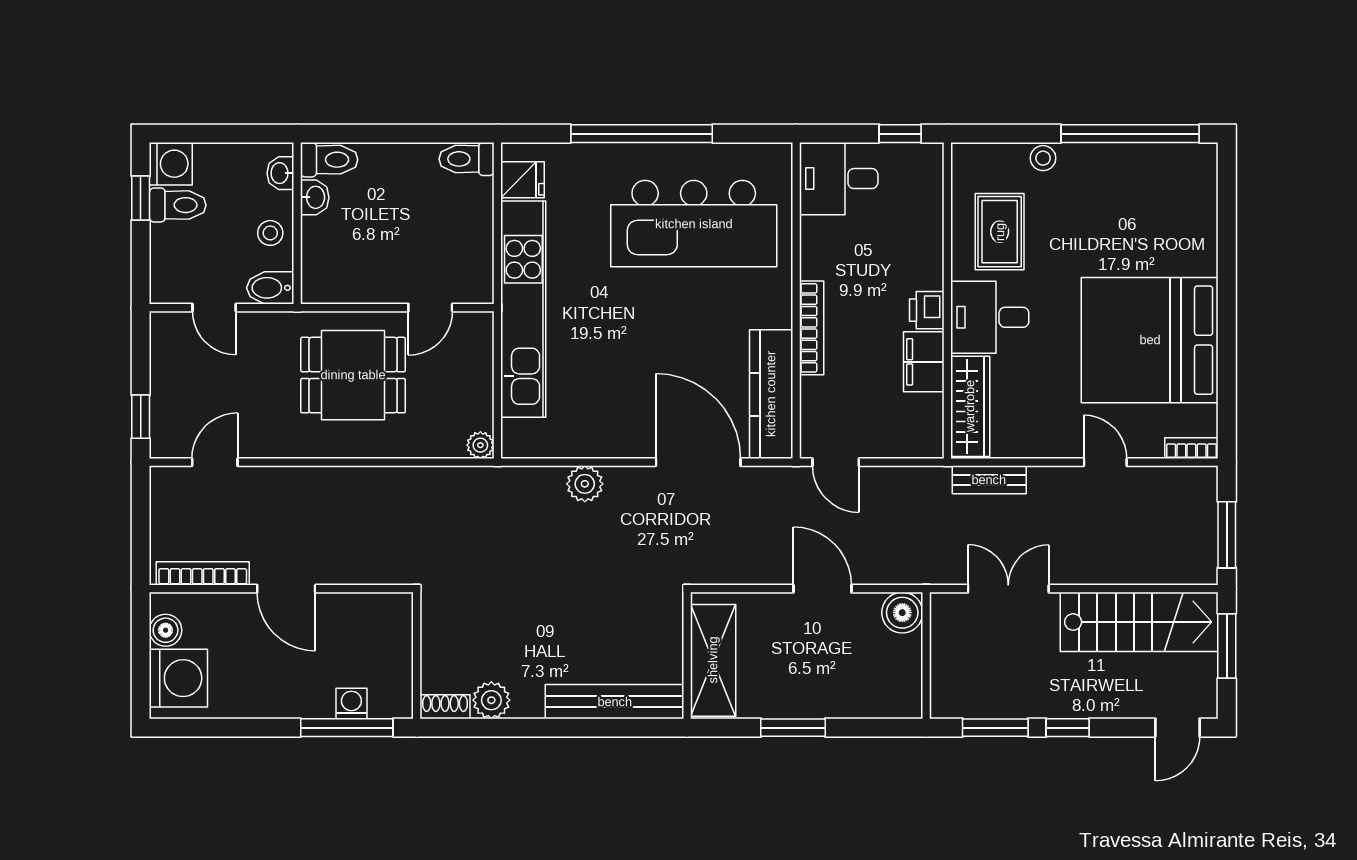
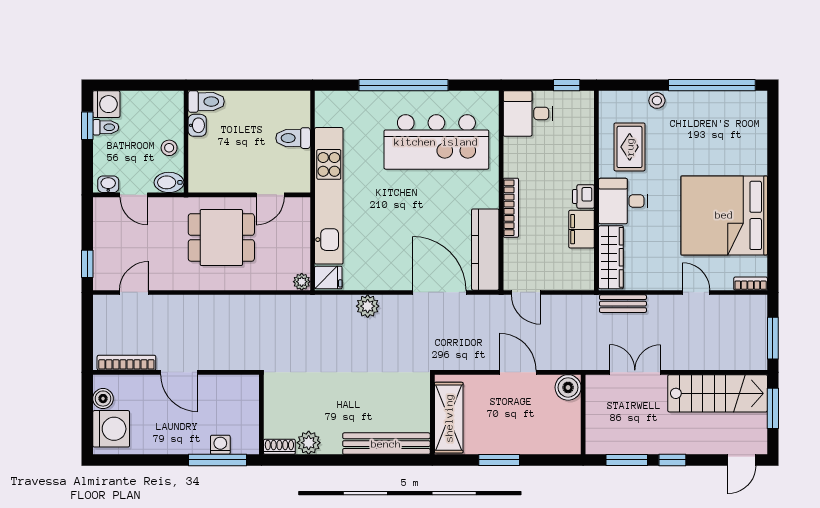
toilet: (467, 159) -> (293, 138), moved
washbasin: (280, 173) -> (108, 184), moved, turned 90
fridge: (523, 180) -> (328, 277), moved
toilet: (178, 205) -> (106, 127), width x0.73, depth x0.72

